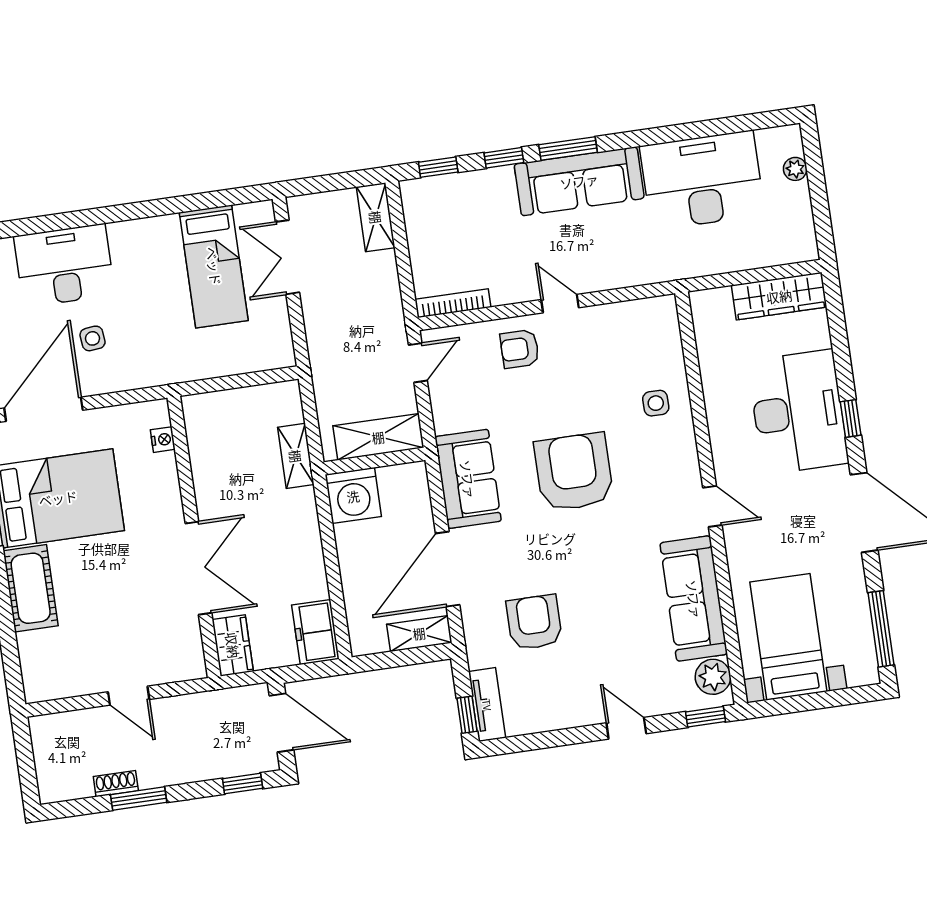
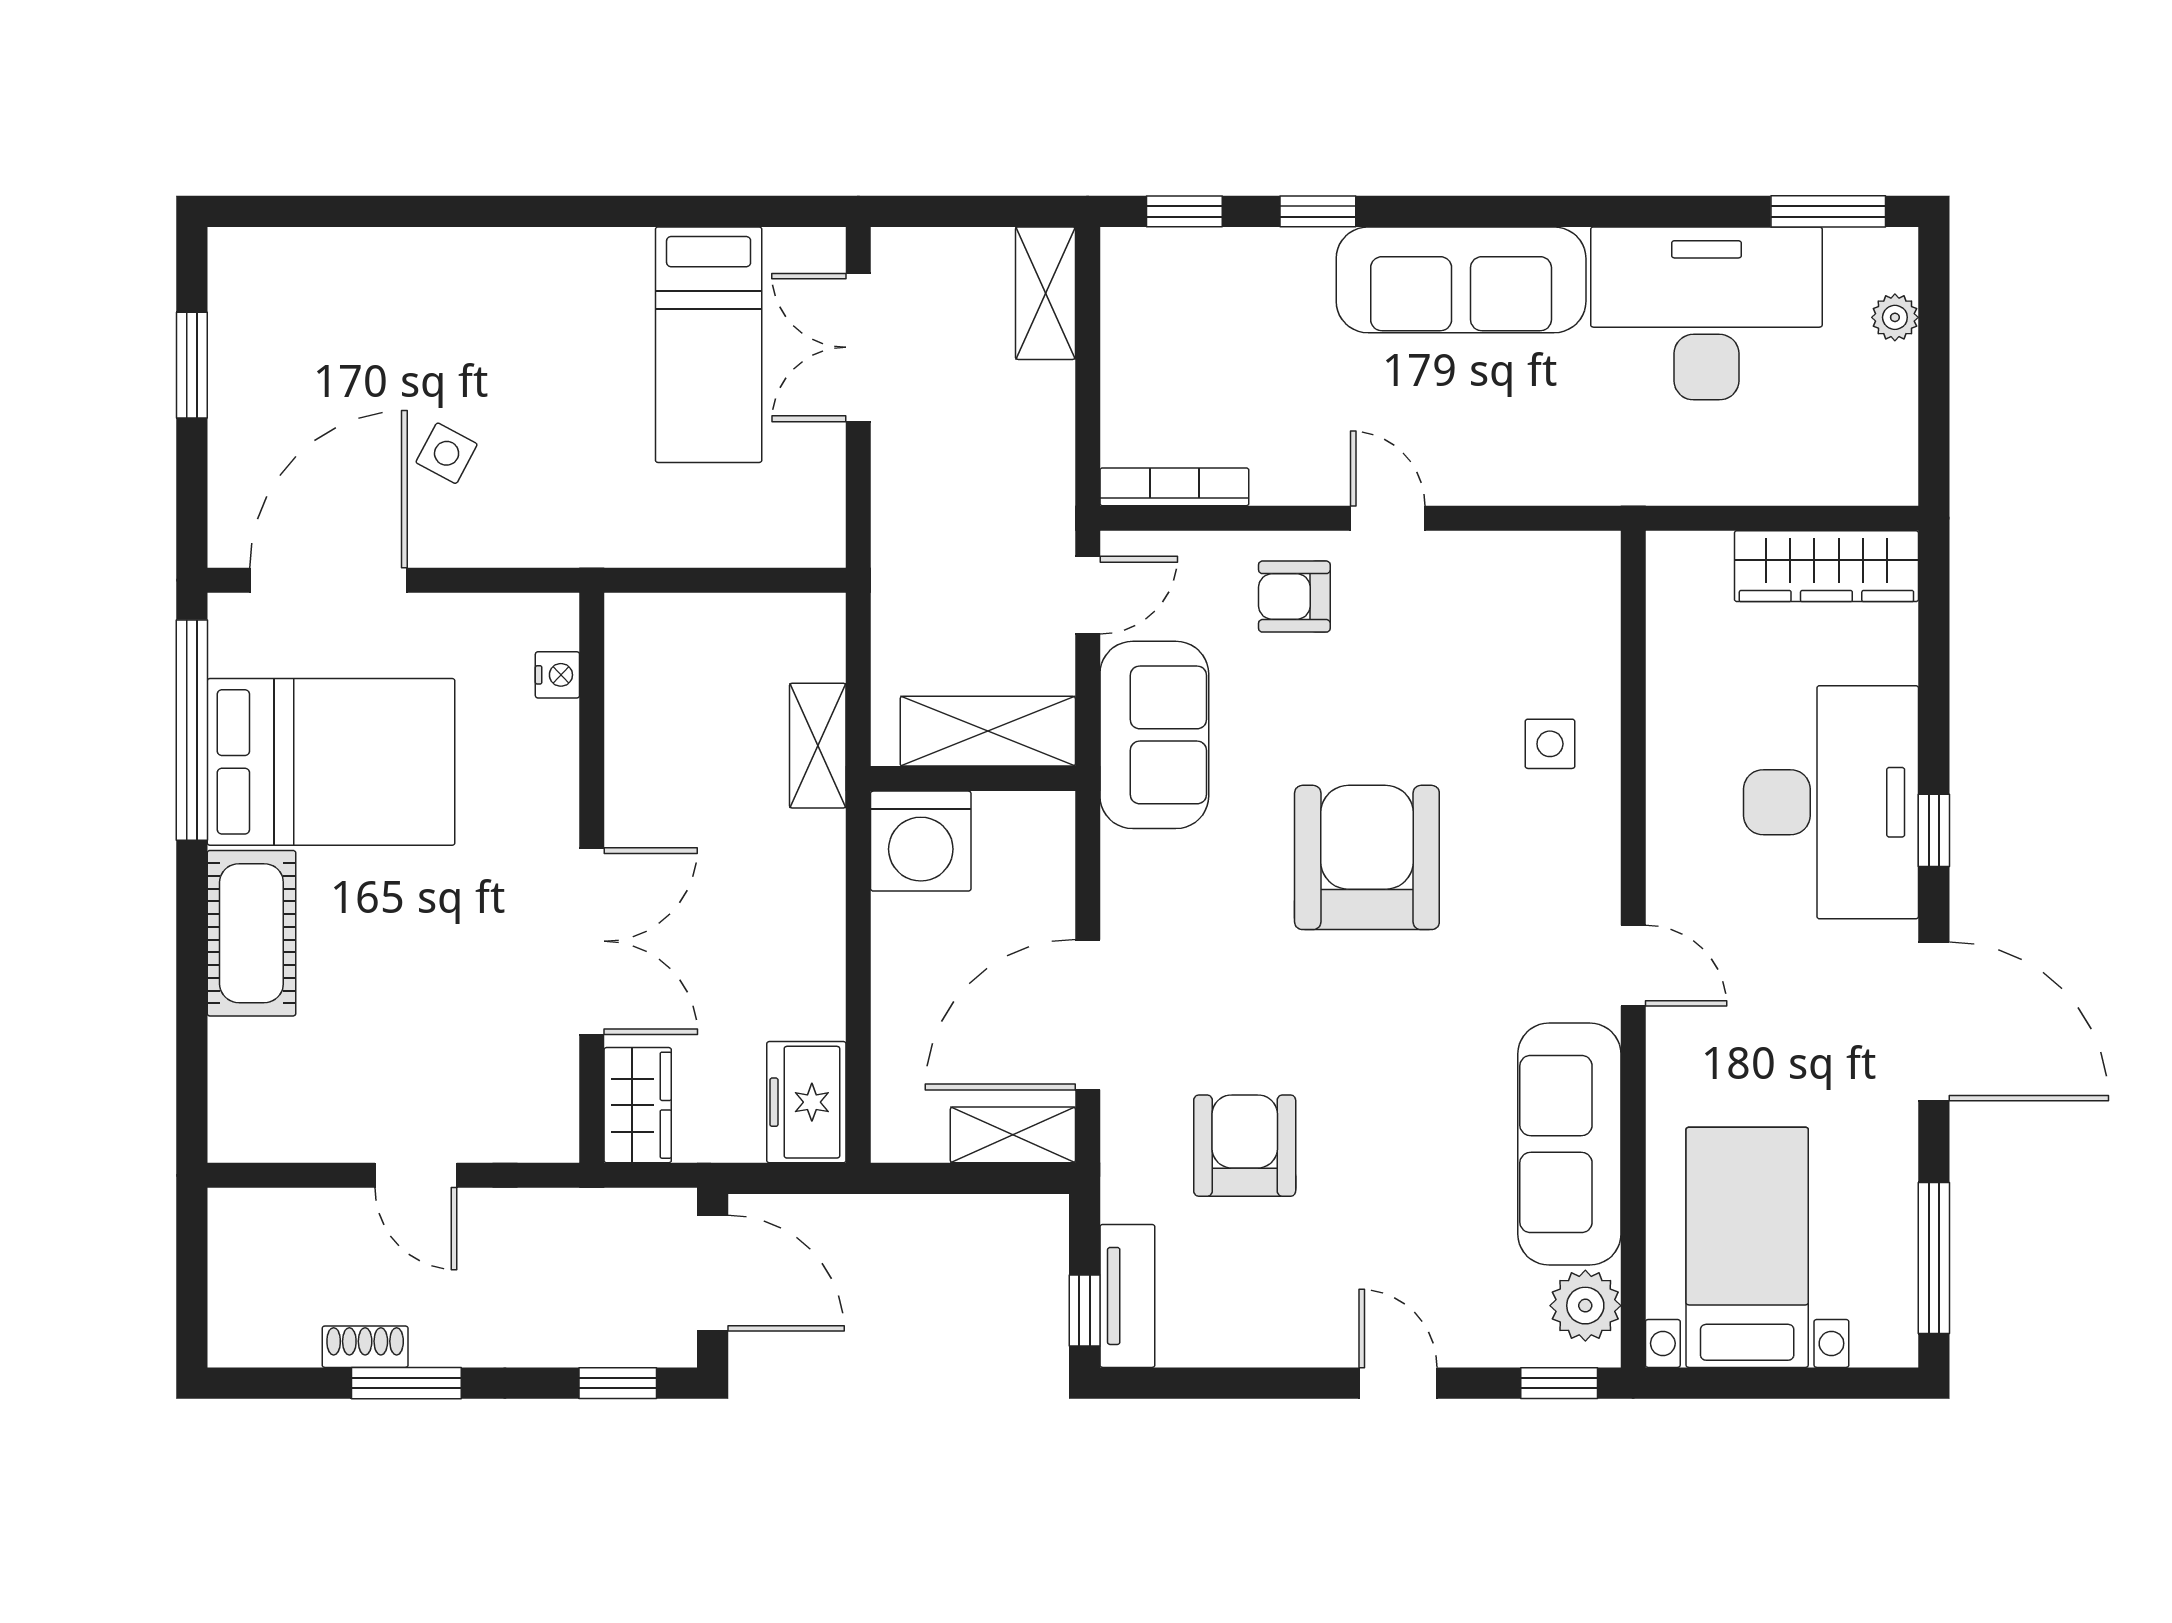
window: (568, 148) -> (1828, 211), moved
desk: (64, 265) -> (411, 300), removed
side table: (93, 338) -> (447, 453), turned 34
sofa: (468, 479) -> (1154, 735), moved

